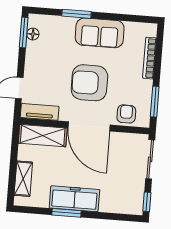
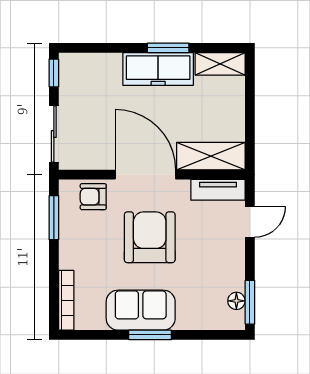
window: (76, 14) -> (150, 335), moved
bookcase: (150, 58) -> (66, 300), moved
armchair: (89, 83) -> (150, 237), turned -90
armchair: (126, 114) -> (93, 197), turned 90
shelving: (23, 179) -> (220, 64), moved, turned 90

